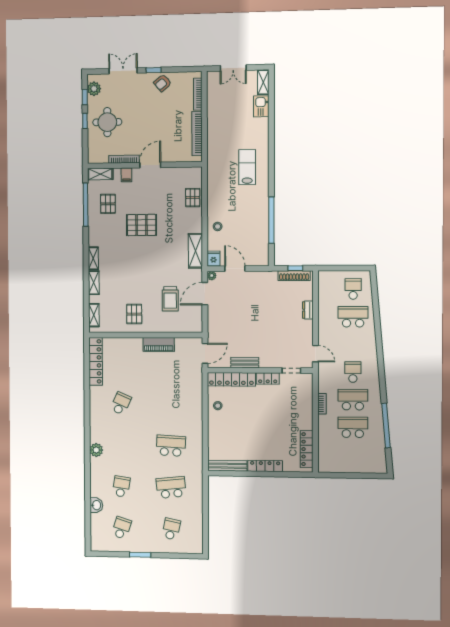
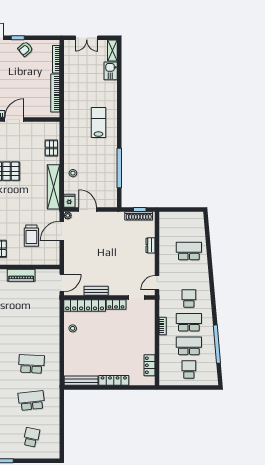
shelving: (195, 251) -> (54, 187), width x1.47
school desk: (353, 289) -> (189, 370), moved
door: (315, 354) -> (157, 283), swing flipped
locker: (307, 449) -> (150, 365), width x0.66

